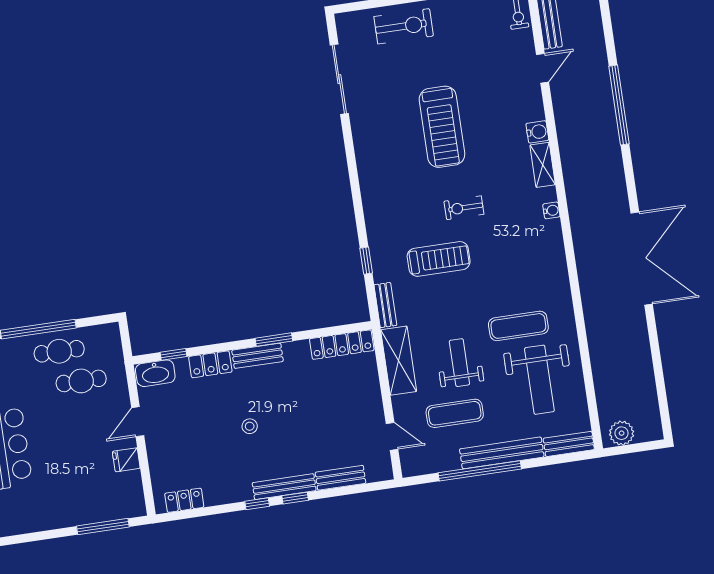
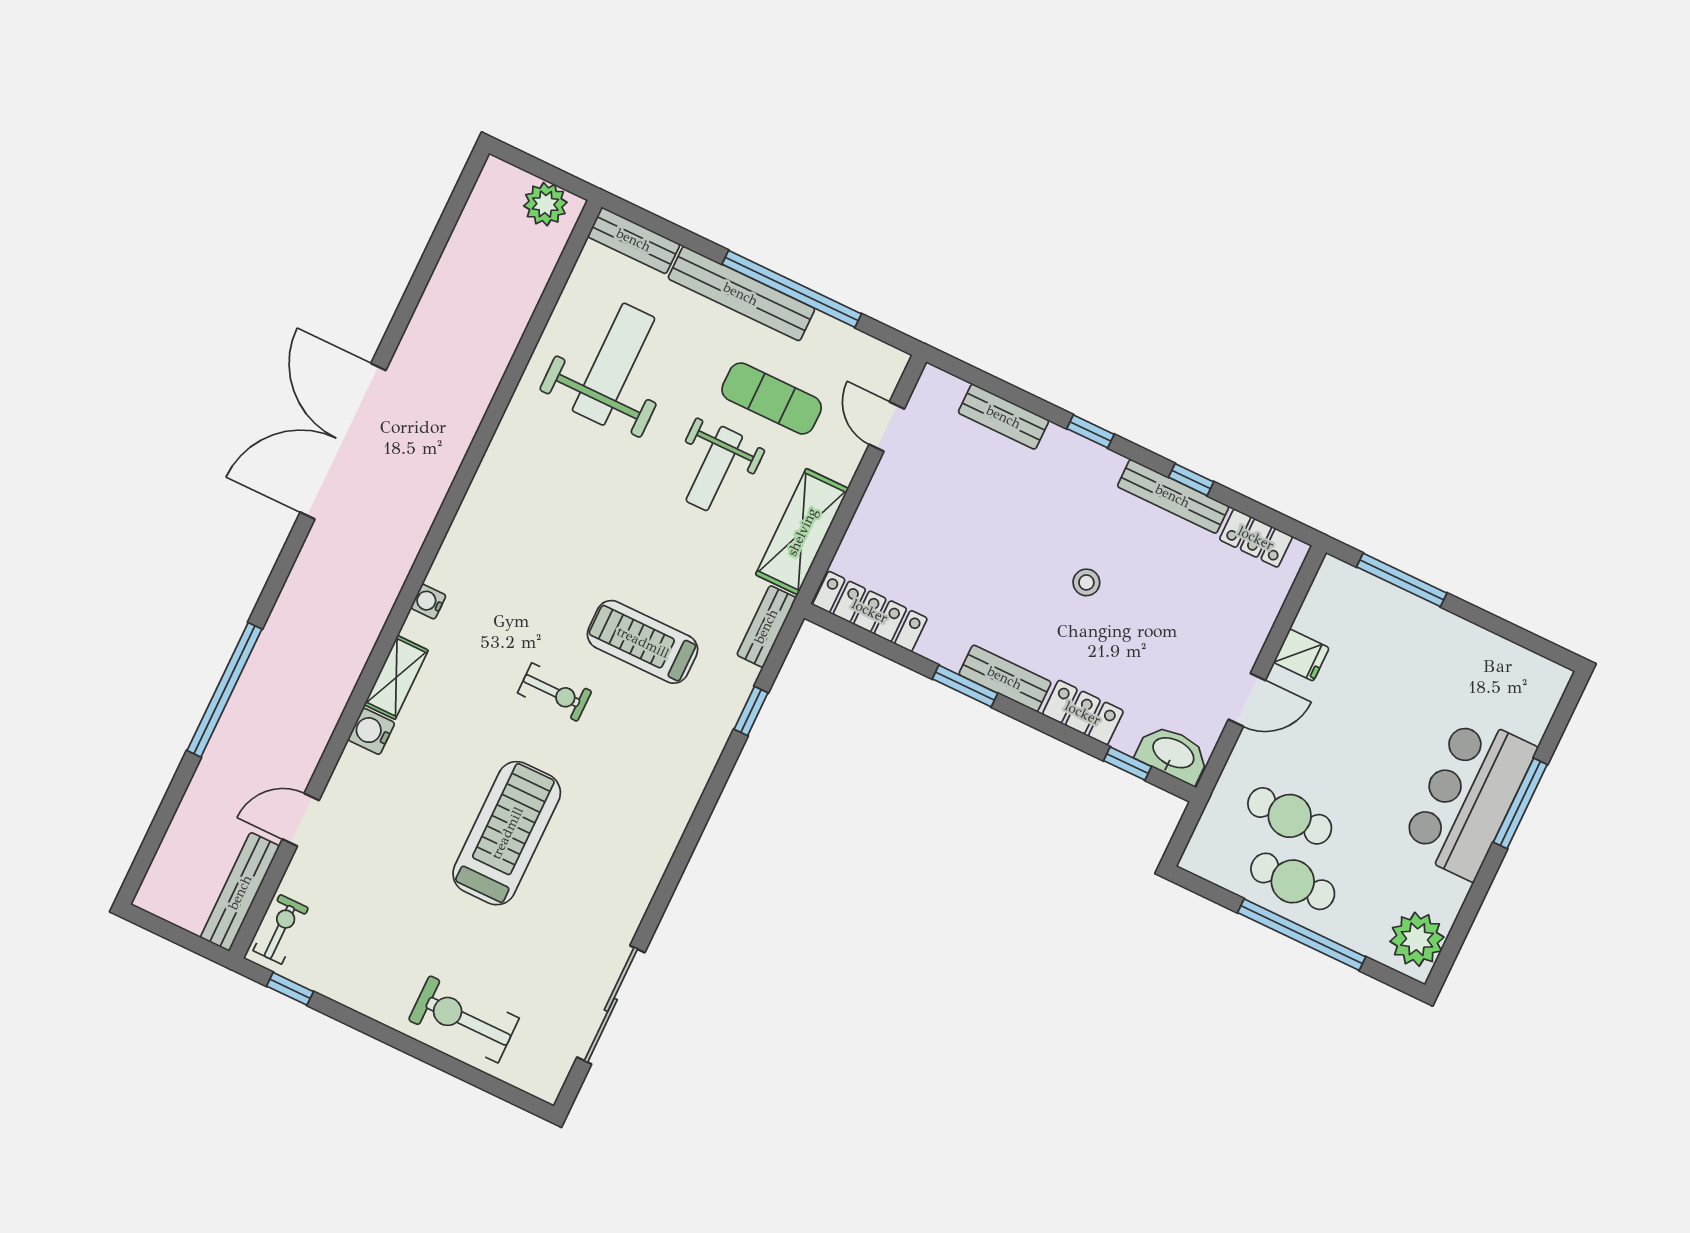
exercise mat: (518, 326) -> (591, 464), removed
bench: (284, 487) -> (1173, 496), moved
window: (257, 504) -> (1191, 480), moved

